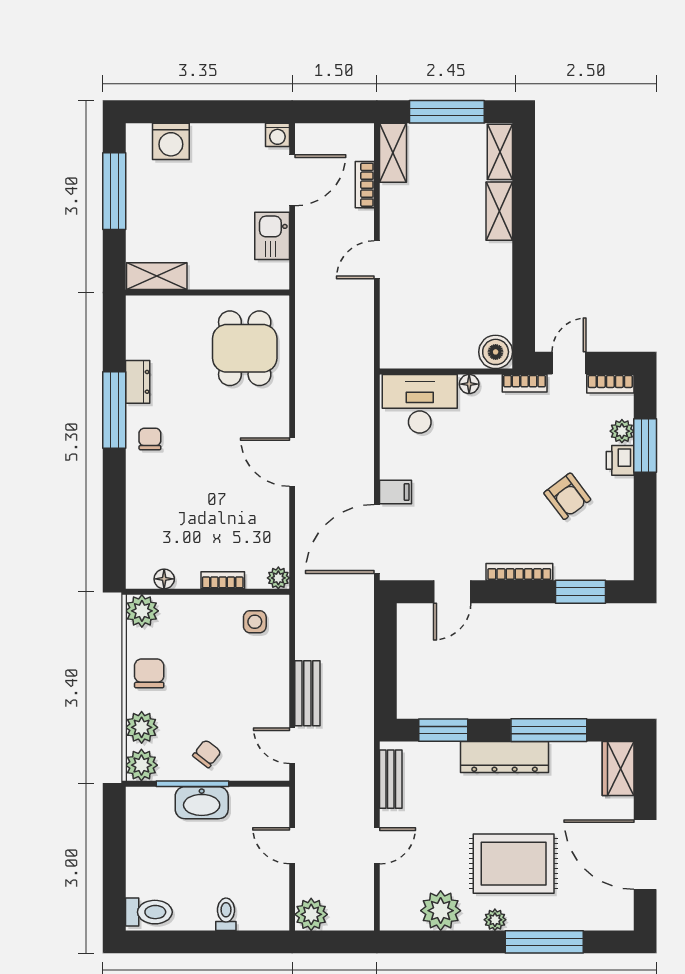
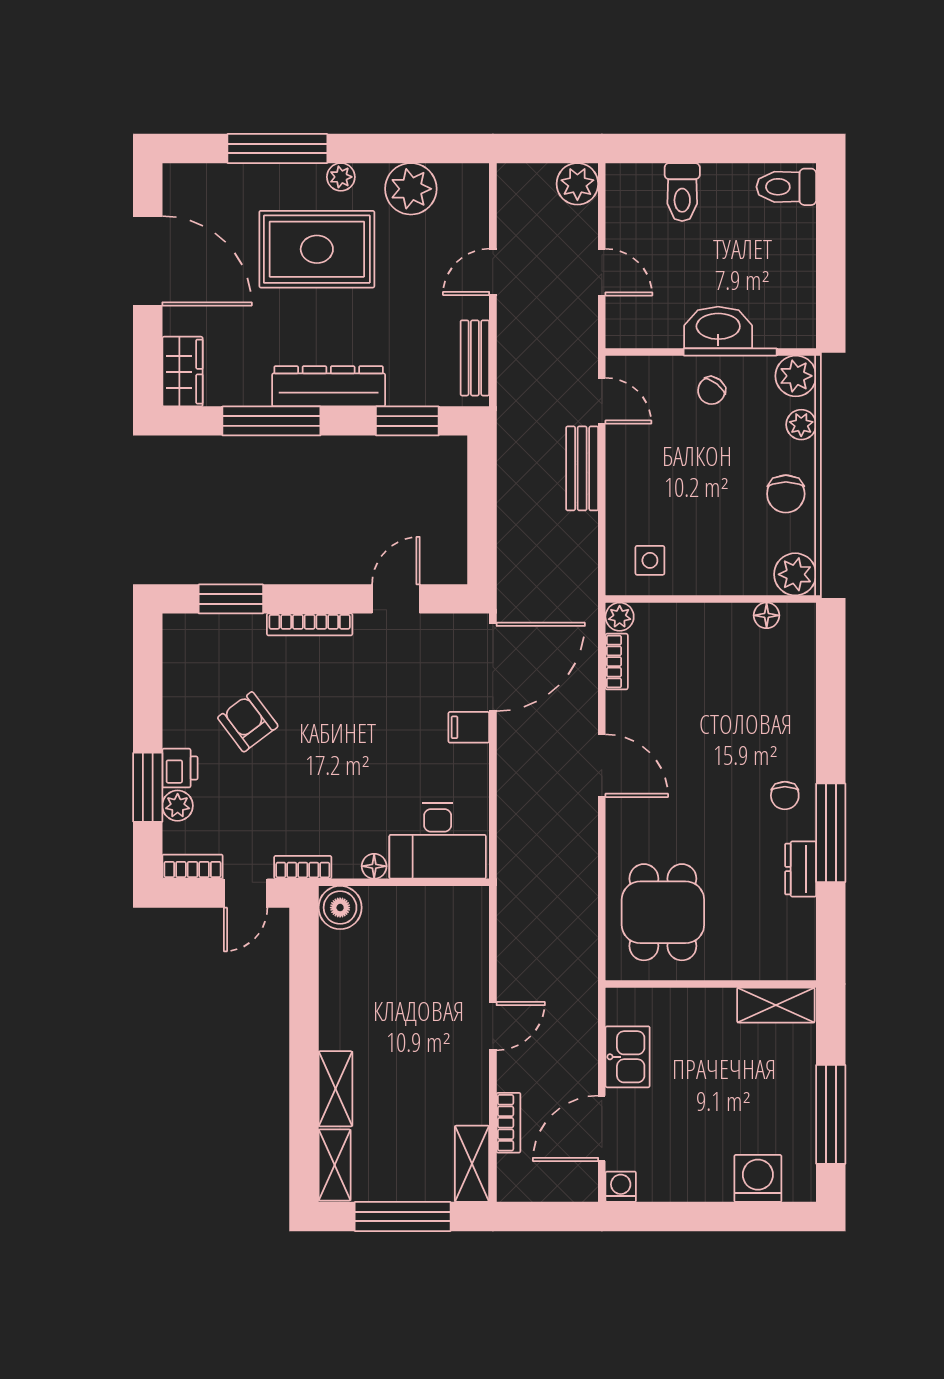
bookcase: (223, 580) -> (617, 662), moved, turned -90
plant: (142, 727) -> (801, 425), width x0.73, depth x0.73
toilet: (226, 914) -> (682, 192), width x1.37, depth x1.39

